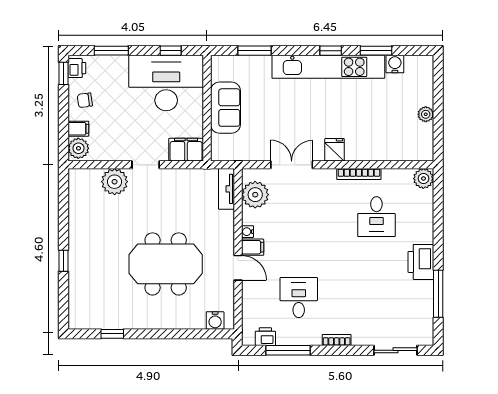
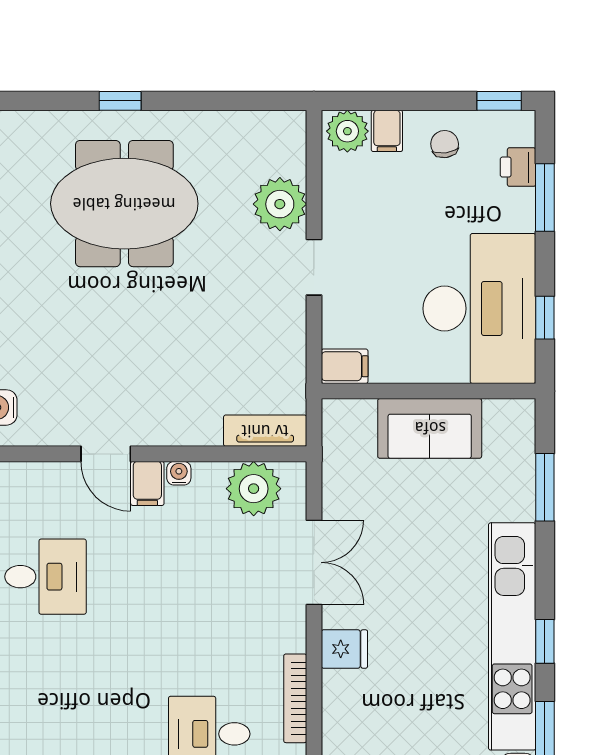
printer: (77, 68) -> (518, 167), moved, turned 90
filing cabinet: (186, 150) -> (345, 366), width x0.50
meeting table: (166, 264) -> (124, 204), moved, turned 90
door: (238, 268) -> (106, 454), hinge flipped

